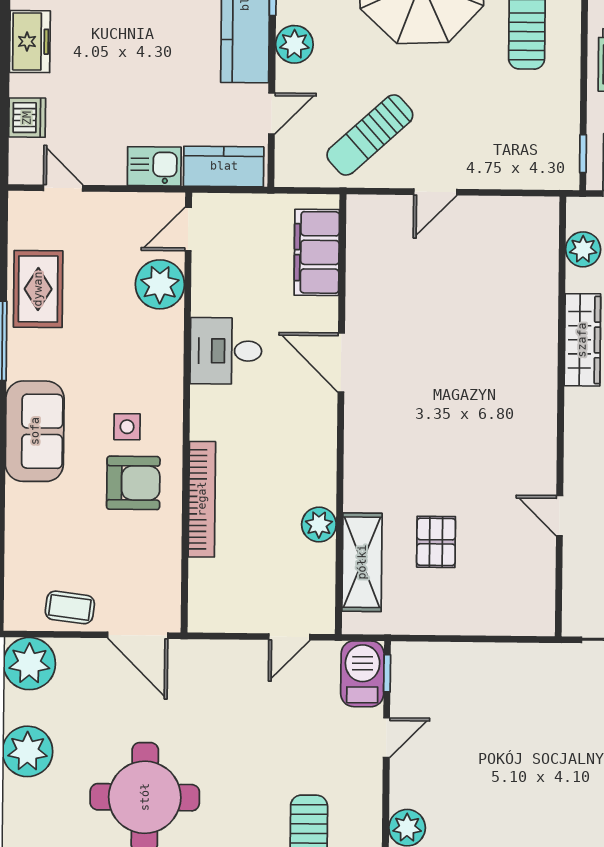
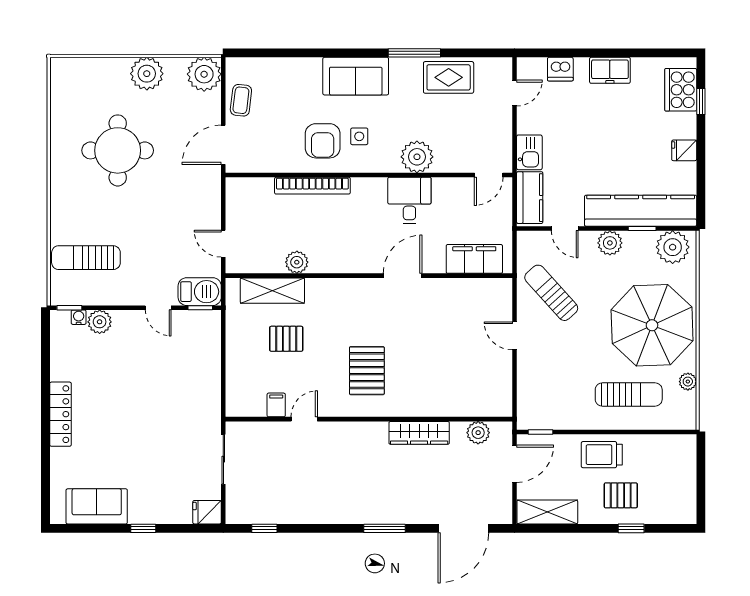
door: (188, 229) -> (489, 175), swing flipped
plant: (160, 284) -> (417, 157), moved
pallet: (486, 419) -> (367, 371), added
filing cabinet: (537, 558) -> (276, 405), added

